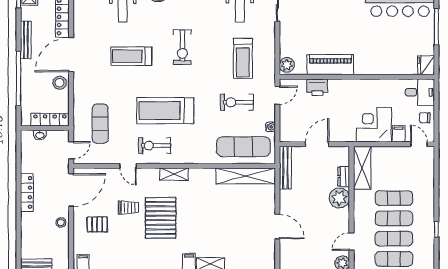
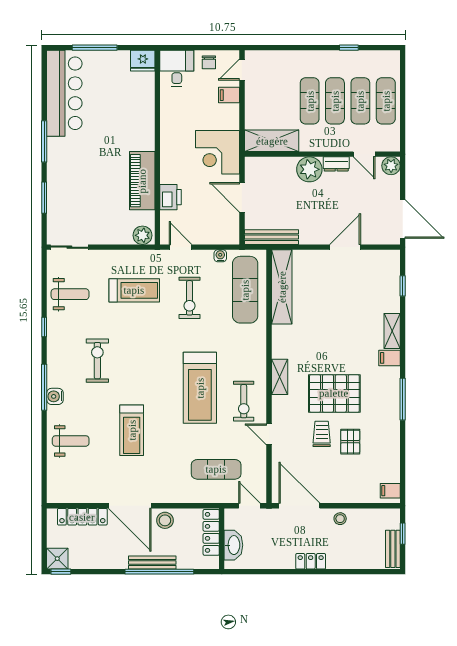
bench: (26, 40) -> (152, 563), moved
exercise bike: (182, 47) -> (97, 361), moved, turned -90
corner desk: (374, 125) -> (218, 152), moved
washbasin: (40, 135) -> (233, 545), width x1.91, depth x1.45
door: (128, 166) -> (269, 434), swing flipped
dresser: (344, 177) -> (336, 164), moved
locker: (27, 192) -> (311, 561), width x0.66
pallet: (97, 224) -> (350, 442), moved

